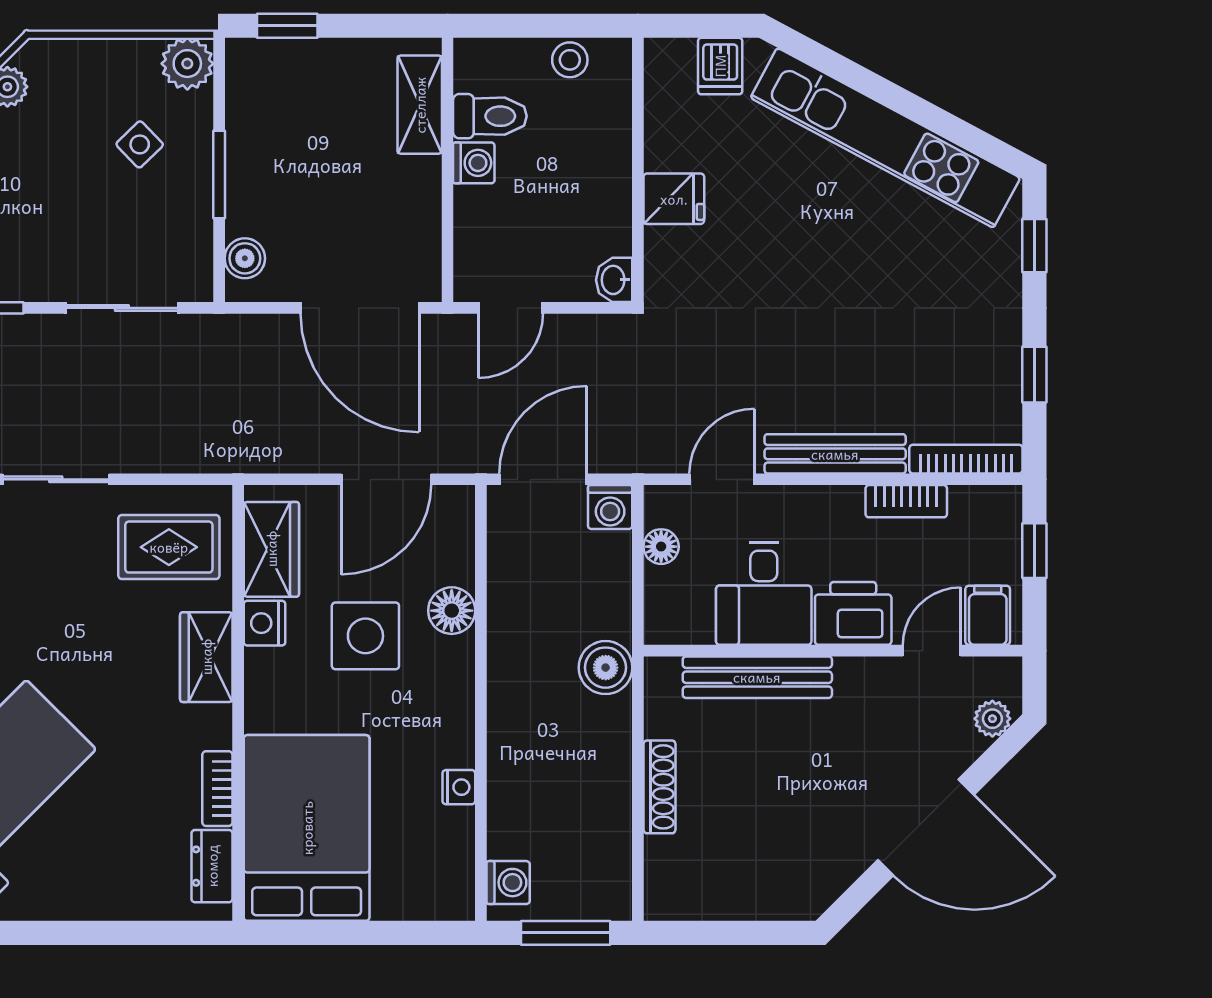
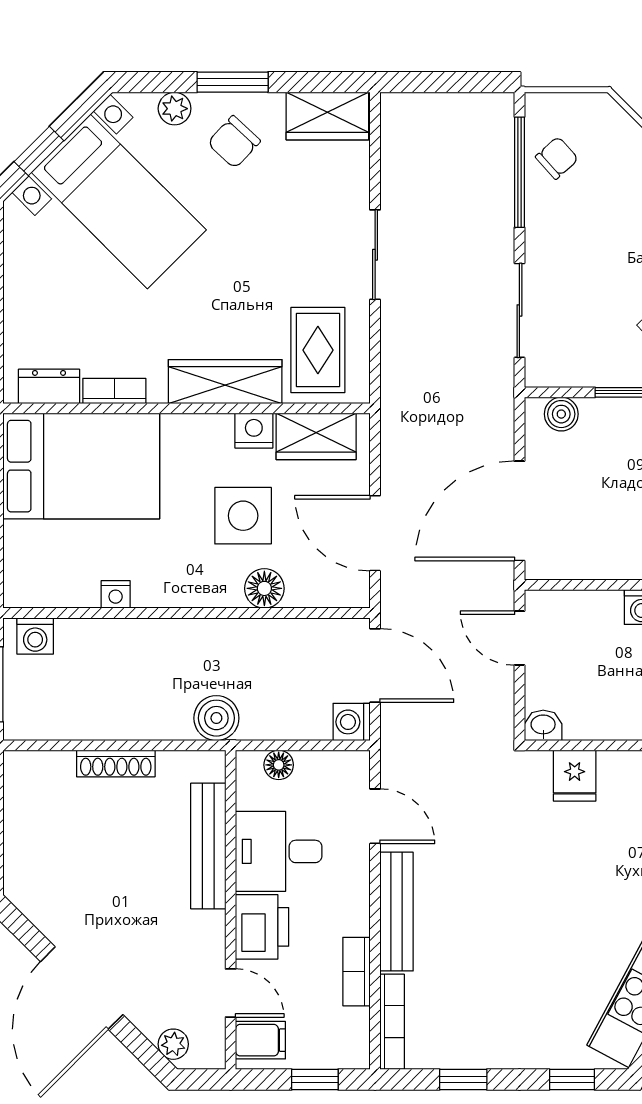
fridge: (674, 199) -> (575, 776), moved
floor lamp: (661, 547) -> (279, 765), moved
wardrobe: (206, 657) -> (225, 382), width x1.50

